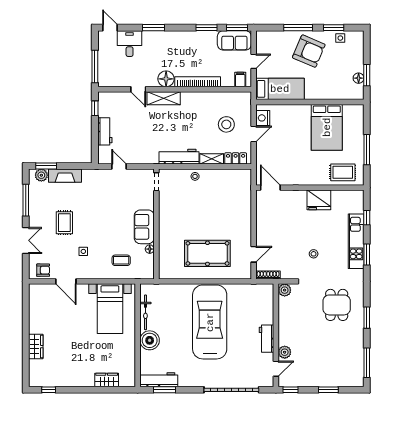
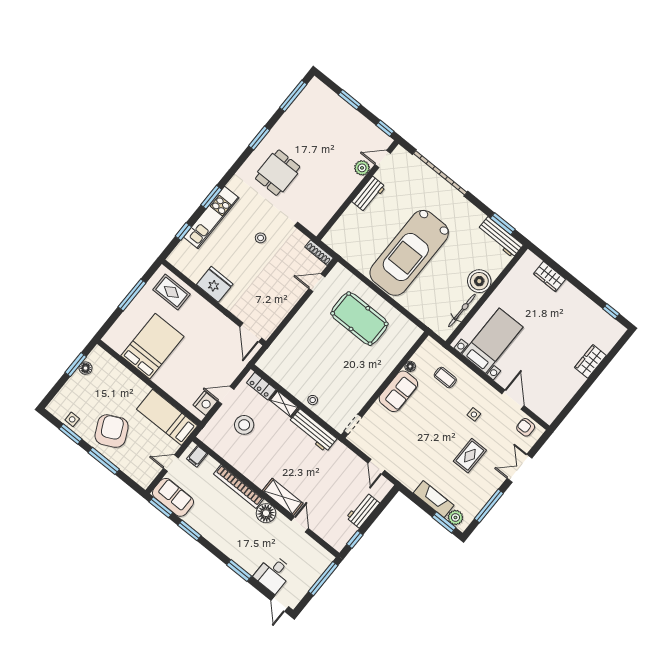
armchair: (309, 51) -> (112, 431), turned 41
plant: (285, 290) -> (315, 226), removed

